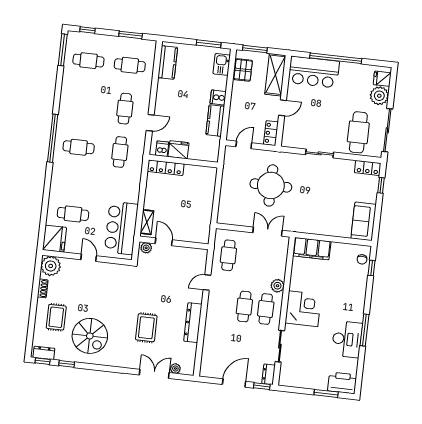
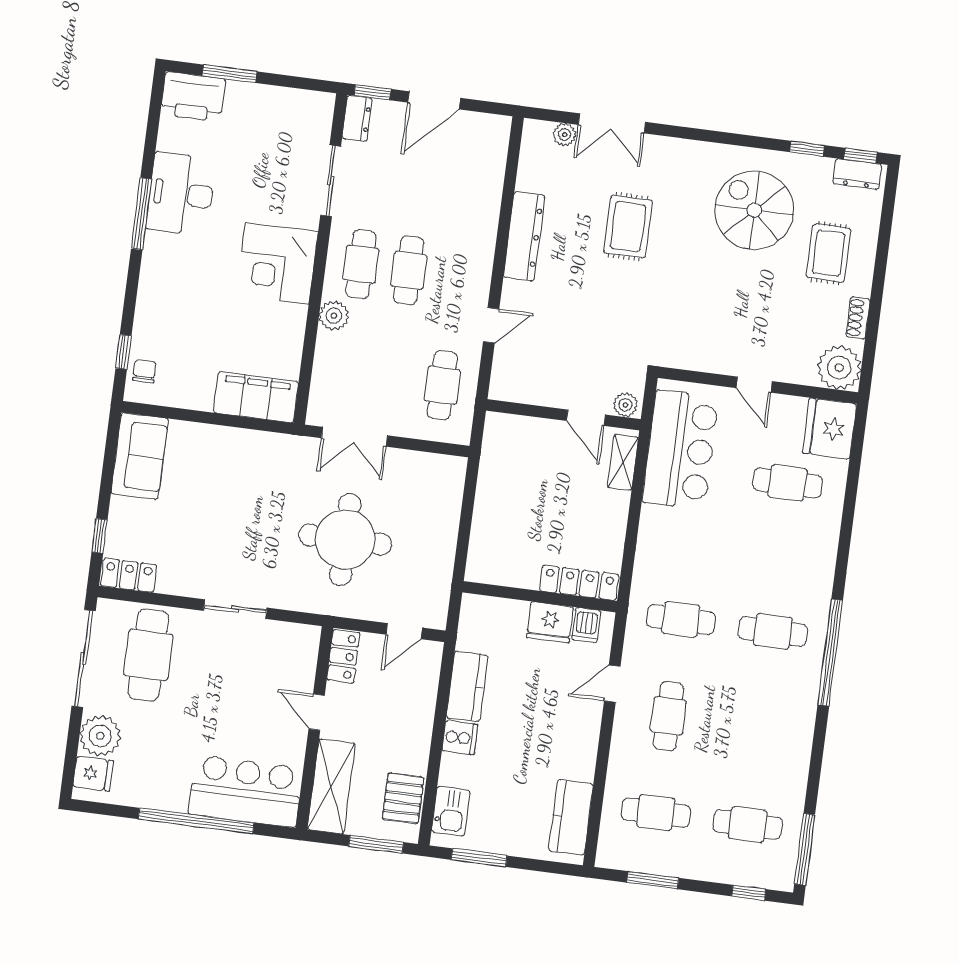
door: (282, 108) -> (317, 712), hinge flipped
cafe table: (120, 152) -> (681, 619), turned 90

